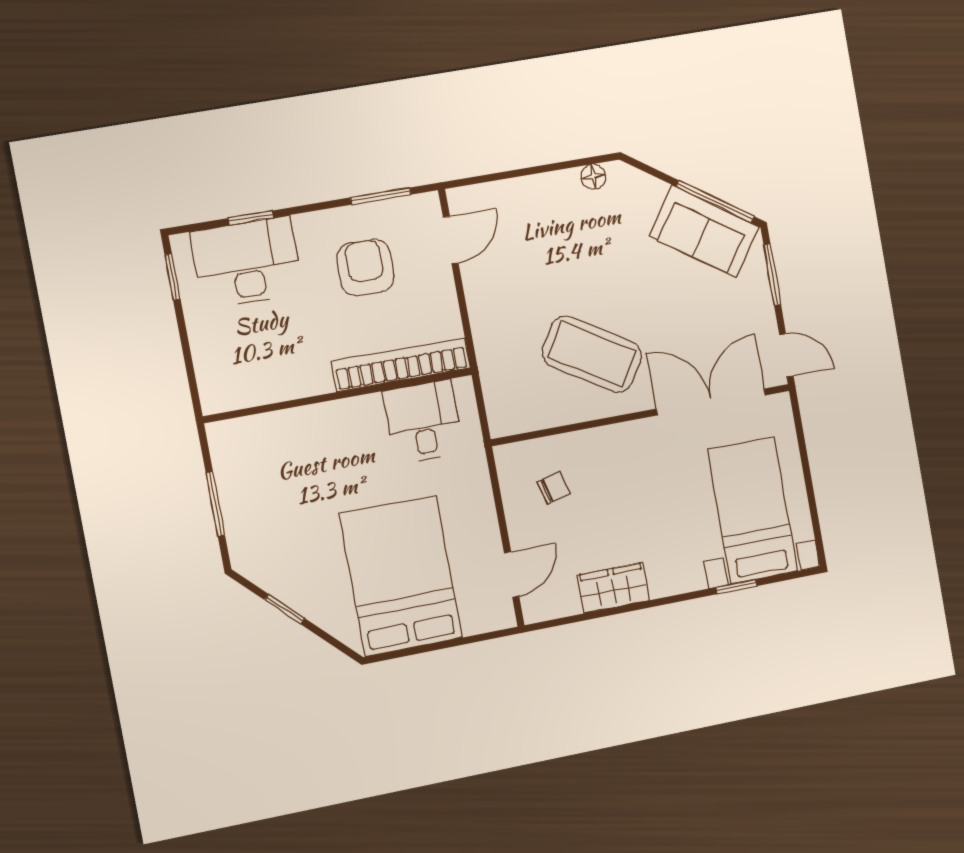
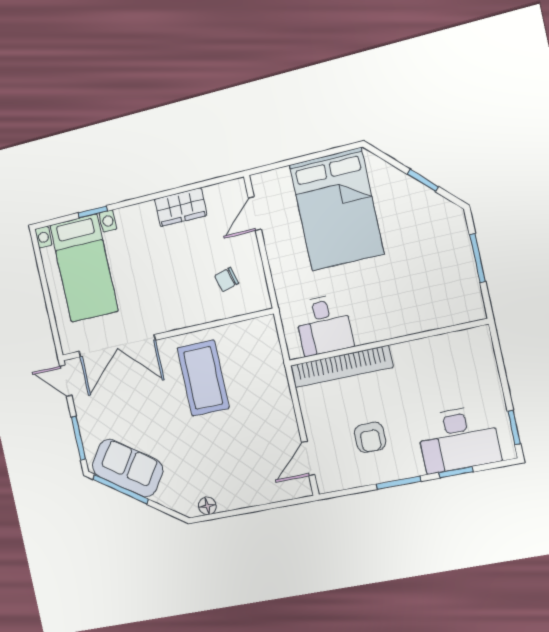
window: (381, 196) -> (399, 483), moved
armchair: (365, 267) -> (370, 437), width x0.72, depth x0.72
coffee table: (592, 354) -> (203, 378), turned 58

